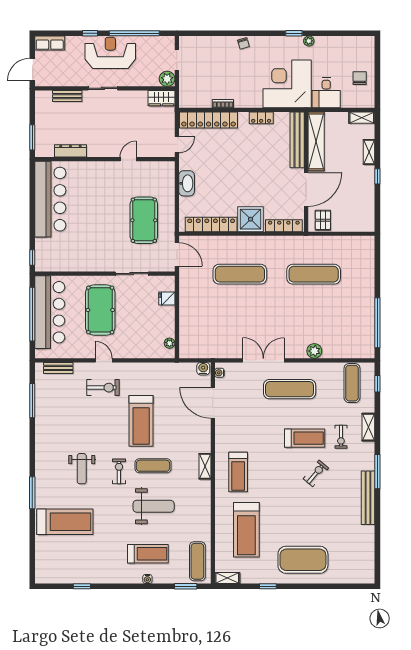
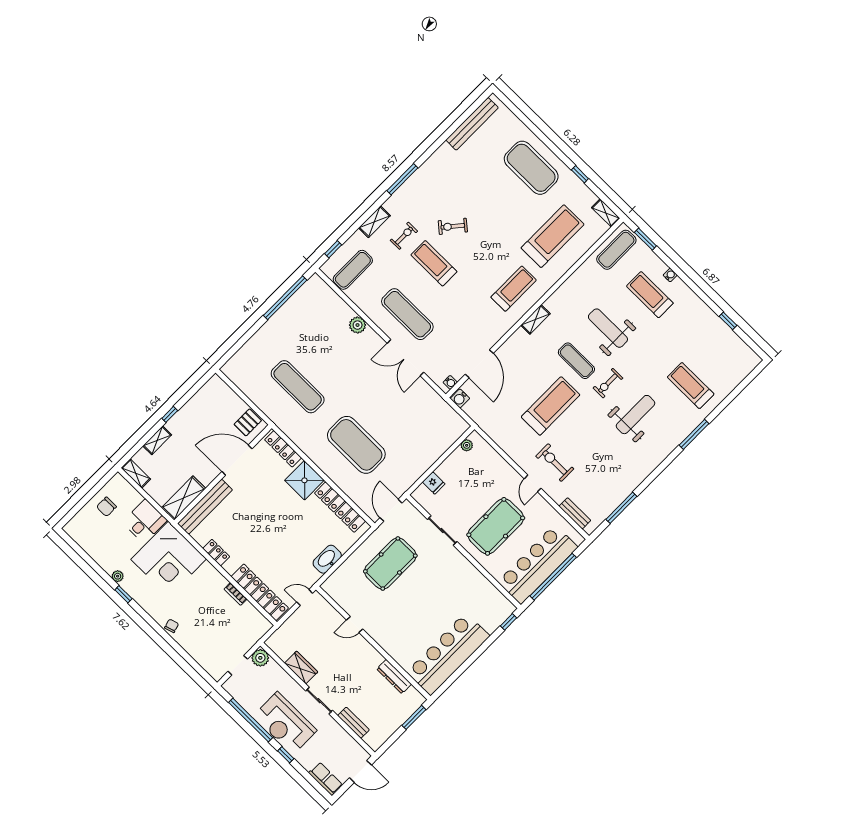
wardrobe: (161, 98) -> (301, 668), moved
shelving: (316, 141) -> (184, 498), width x0.68
exercise mat: (240, 274) -> (356, 445), width x1.47
weight bench: (82, 469) -> (636, 415), width x1.36, depth x1.33
bench: (368, 498) -> (472, 124), moved
treadmill: (65, 522) -> (691, 386), width x0.73, depth x0.73

